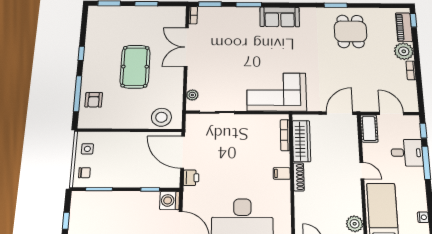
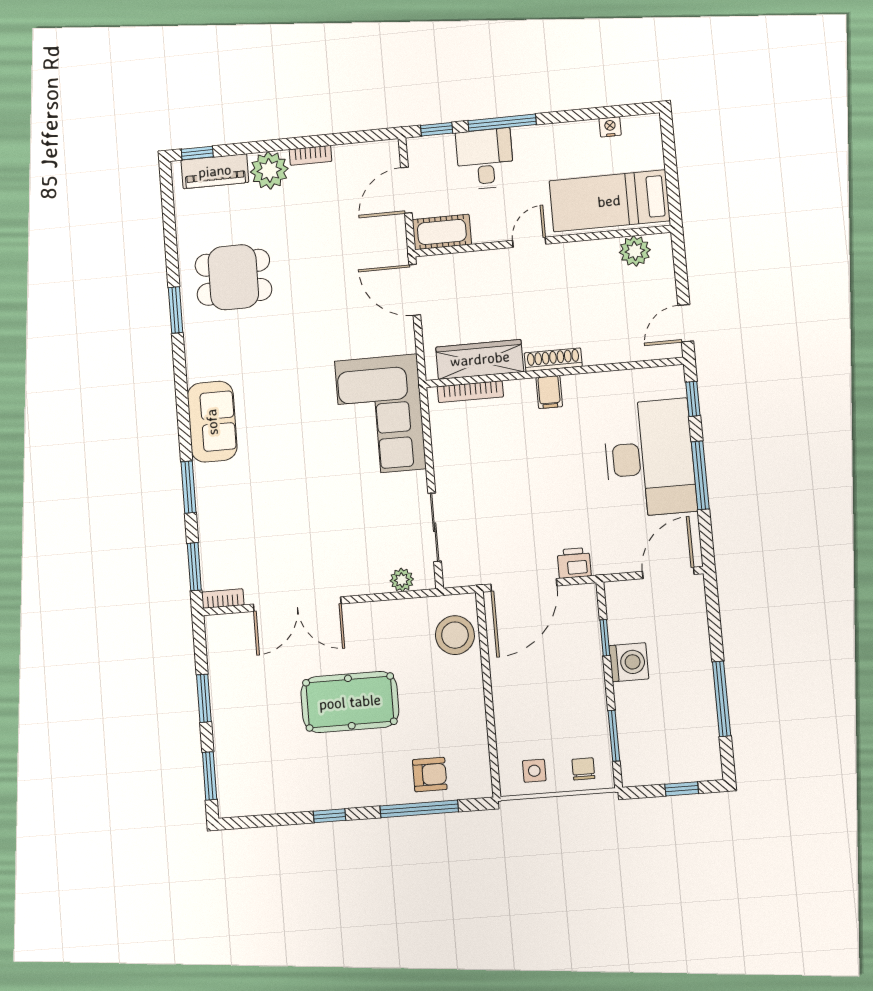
washing machine: (170, 200) -> (629, 662), moved, turned -90

